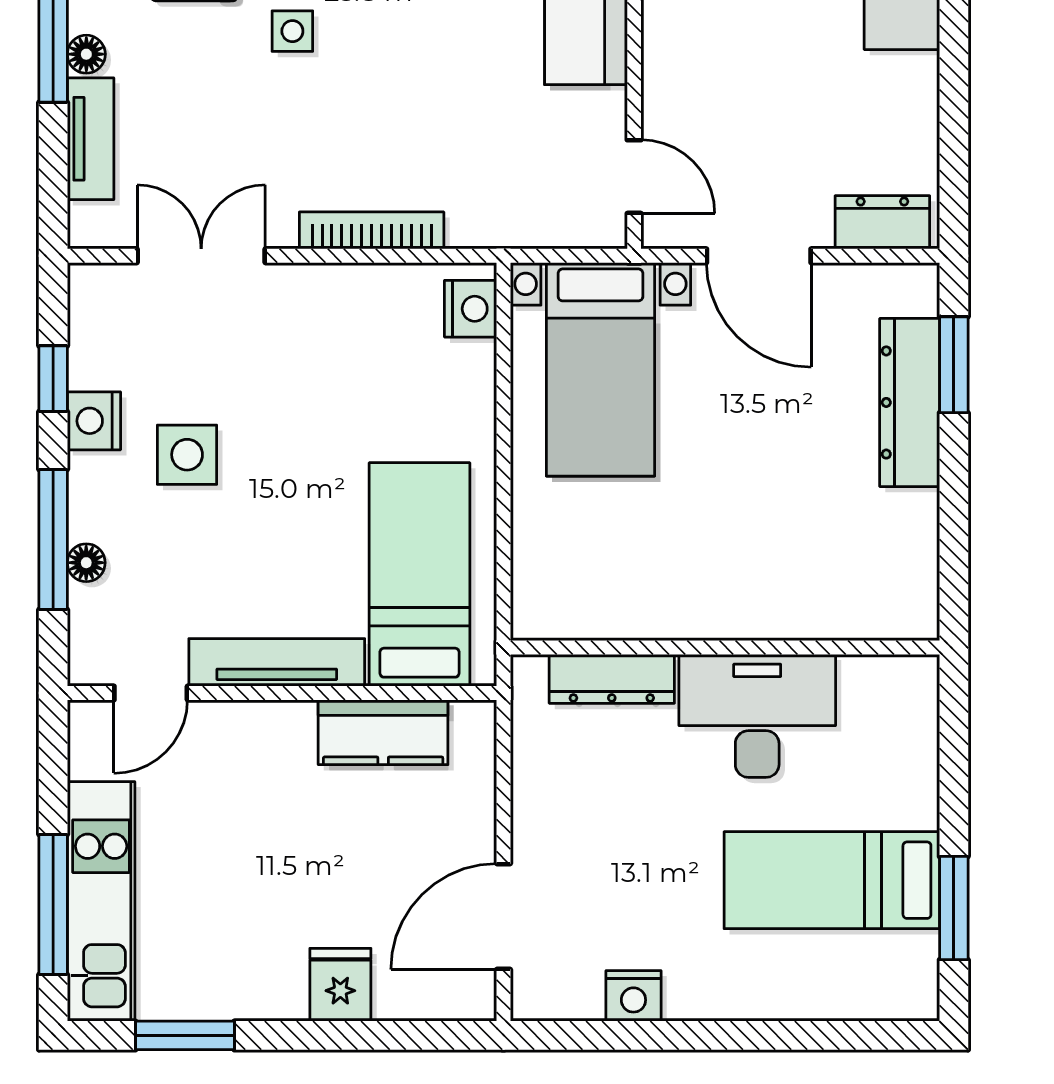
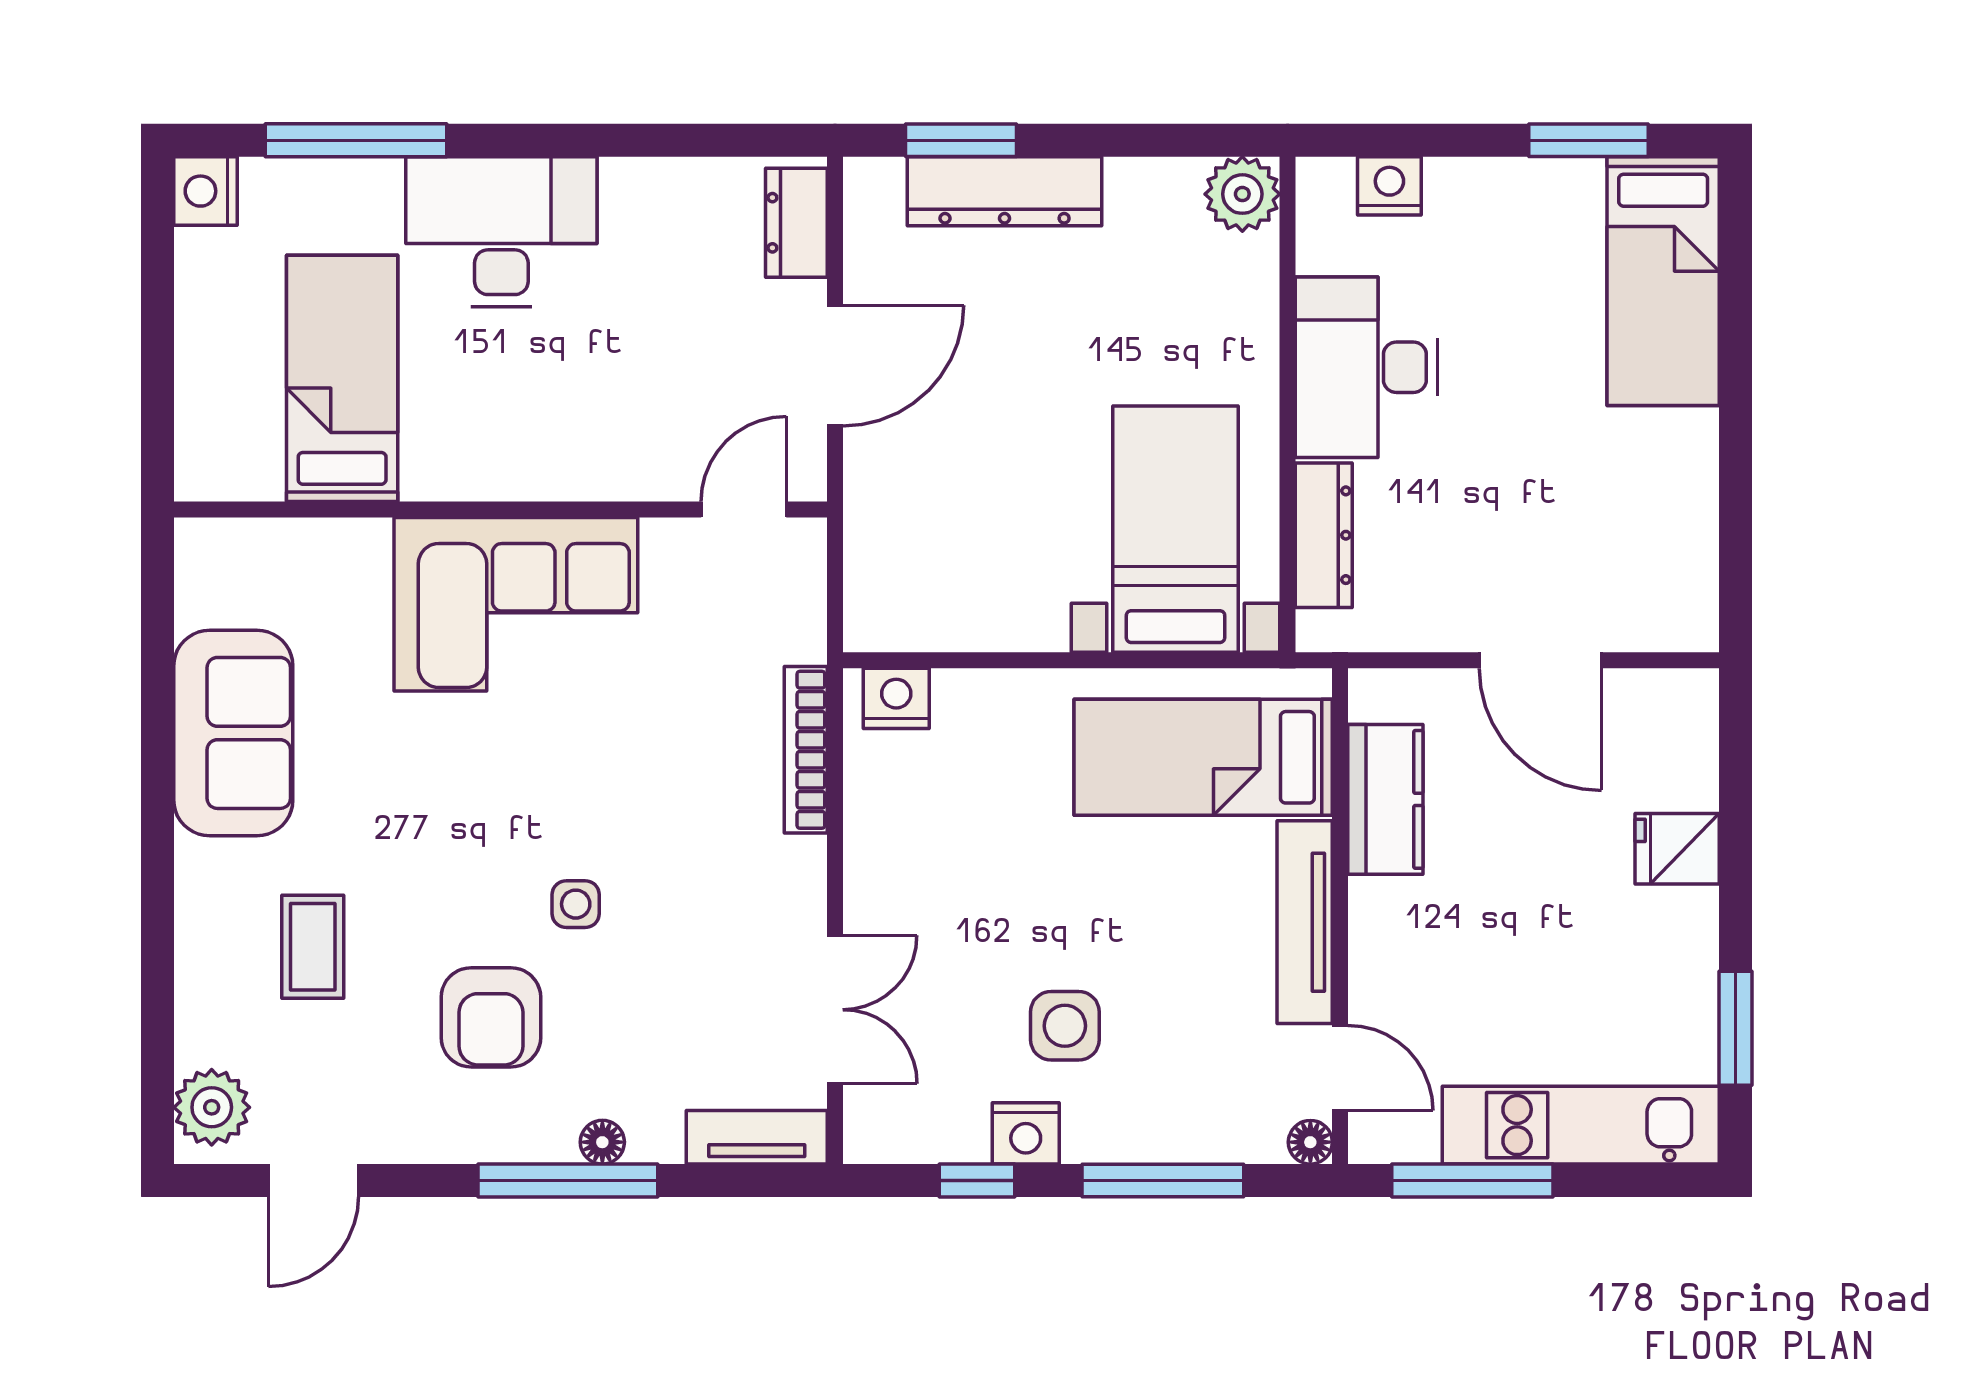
tv unit: (91, 139) -> (757, 1137), moved
bookcase: (372, 230) -> (806, 750), moved
double door: (201, 256) -> (835, 1010), swing flipped
bed with nightstands: (601, 369) -> (1176, 529), moved, turned -90
floor lamp: (86, 563) -> (1310, 1142), moved
plant: (907, 608) -> (1242, 194), added
bed: (832, 880) -> (1663, 281), moved
window: (53, 904) -> (1472, 1180), moved
door: (503, 916) -> (1540, 660), moved
nightstand: (633, 996) -> (1389, 186), moved, turned -90

